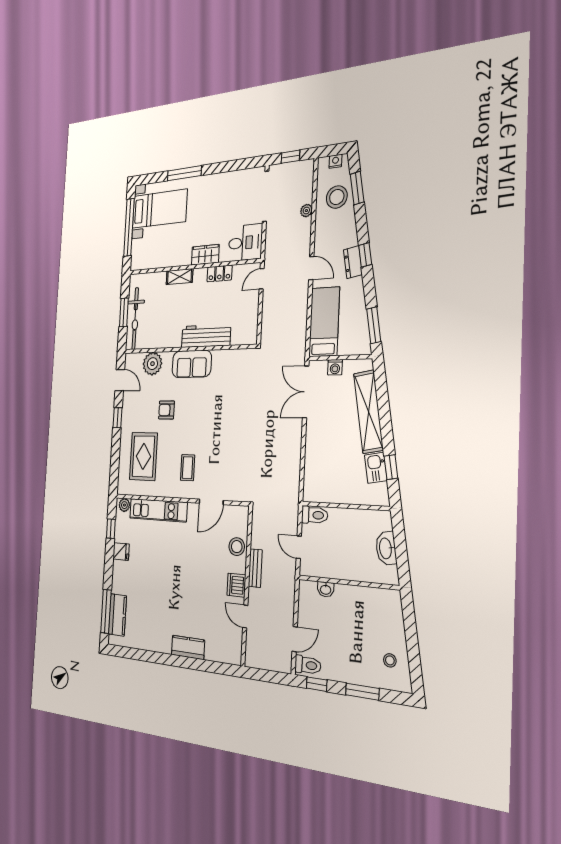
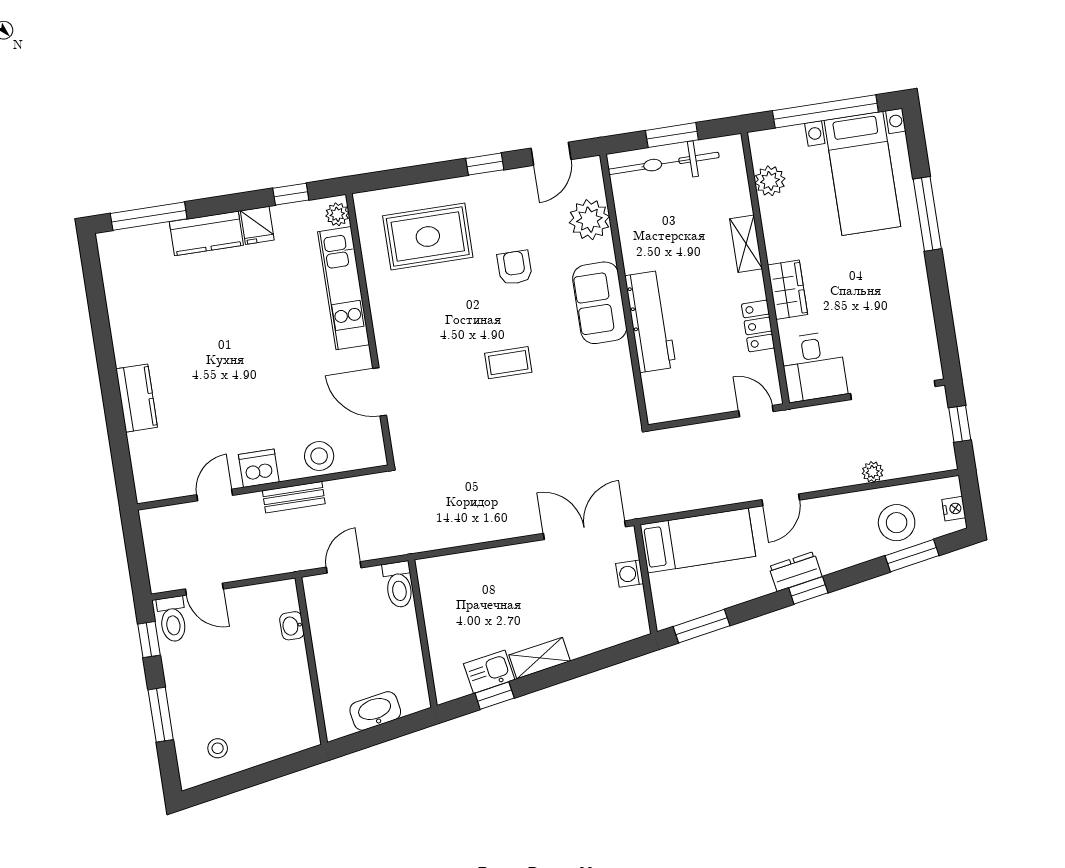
plant: (154, 260) -> (770, 181), added
shelving: (368, 412) -> (540, 658), width x0.45, depth x0.75
coffee table: (188, 468) -> (508, 363), moved
kitchen counter: (117, 615) -> (206, 233), moved

